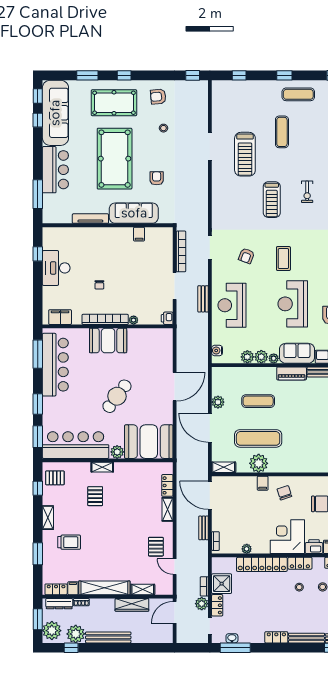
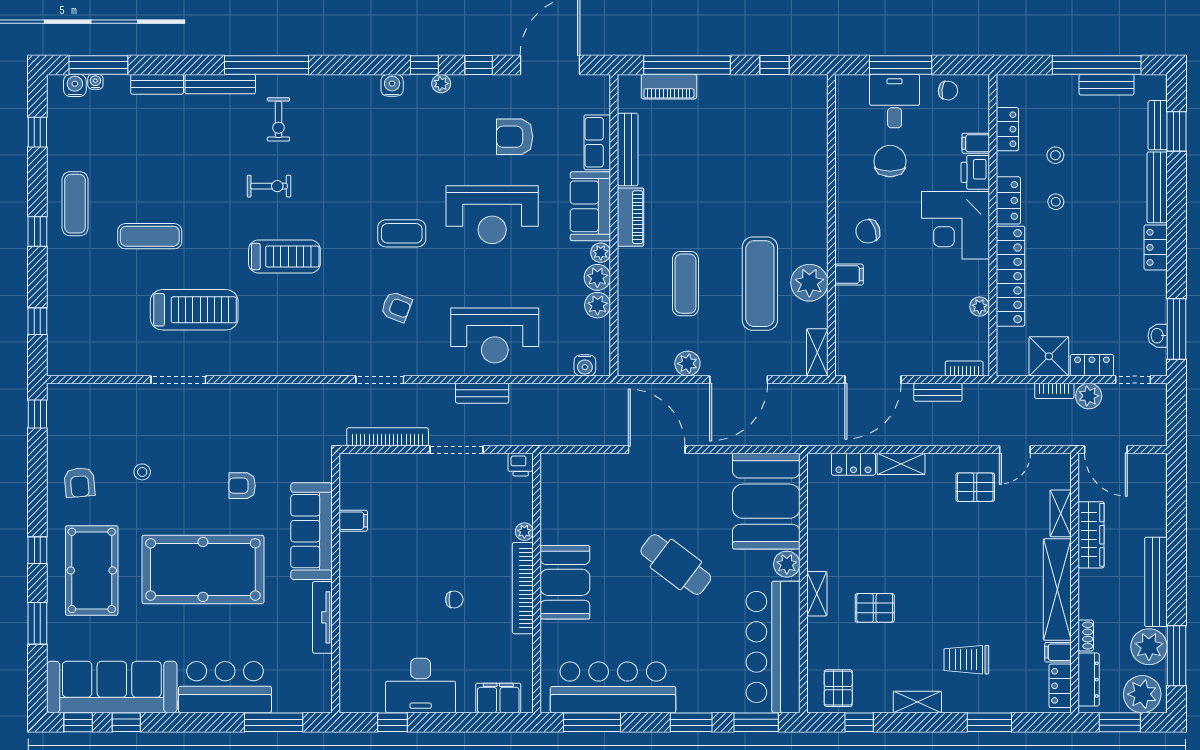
filing cabinet: (60, 317) -> (498, 698), moved, turned 90
trolley: (69, 542) -> (966, 660), turned -90
window: (71, 648) -> (1176, 656), width x2.17

